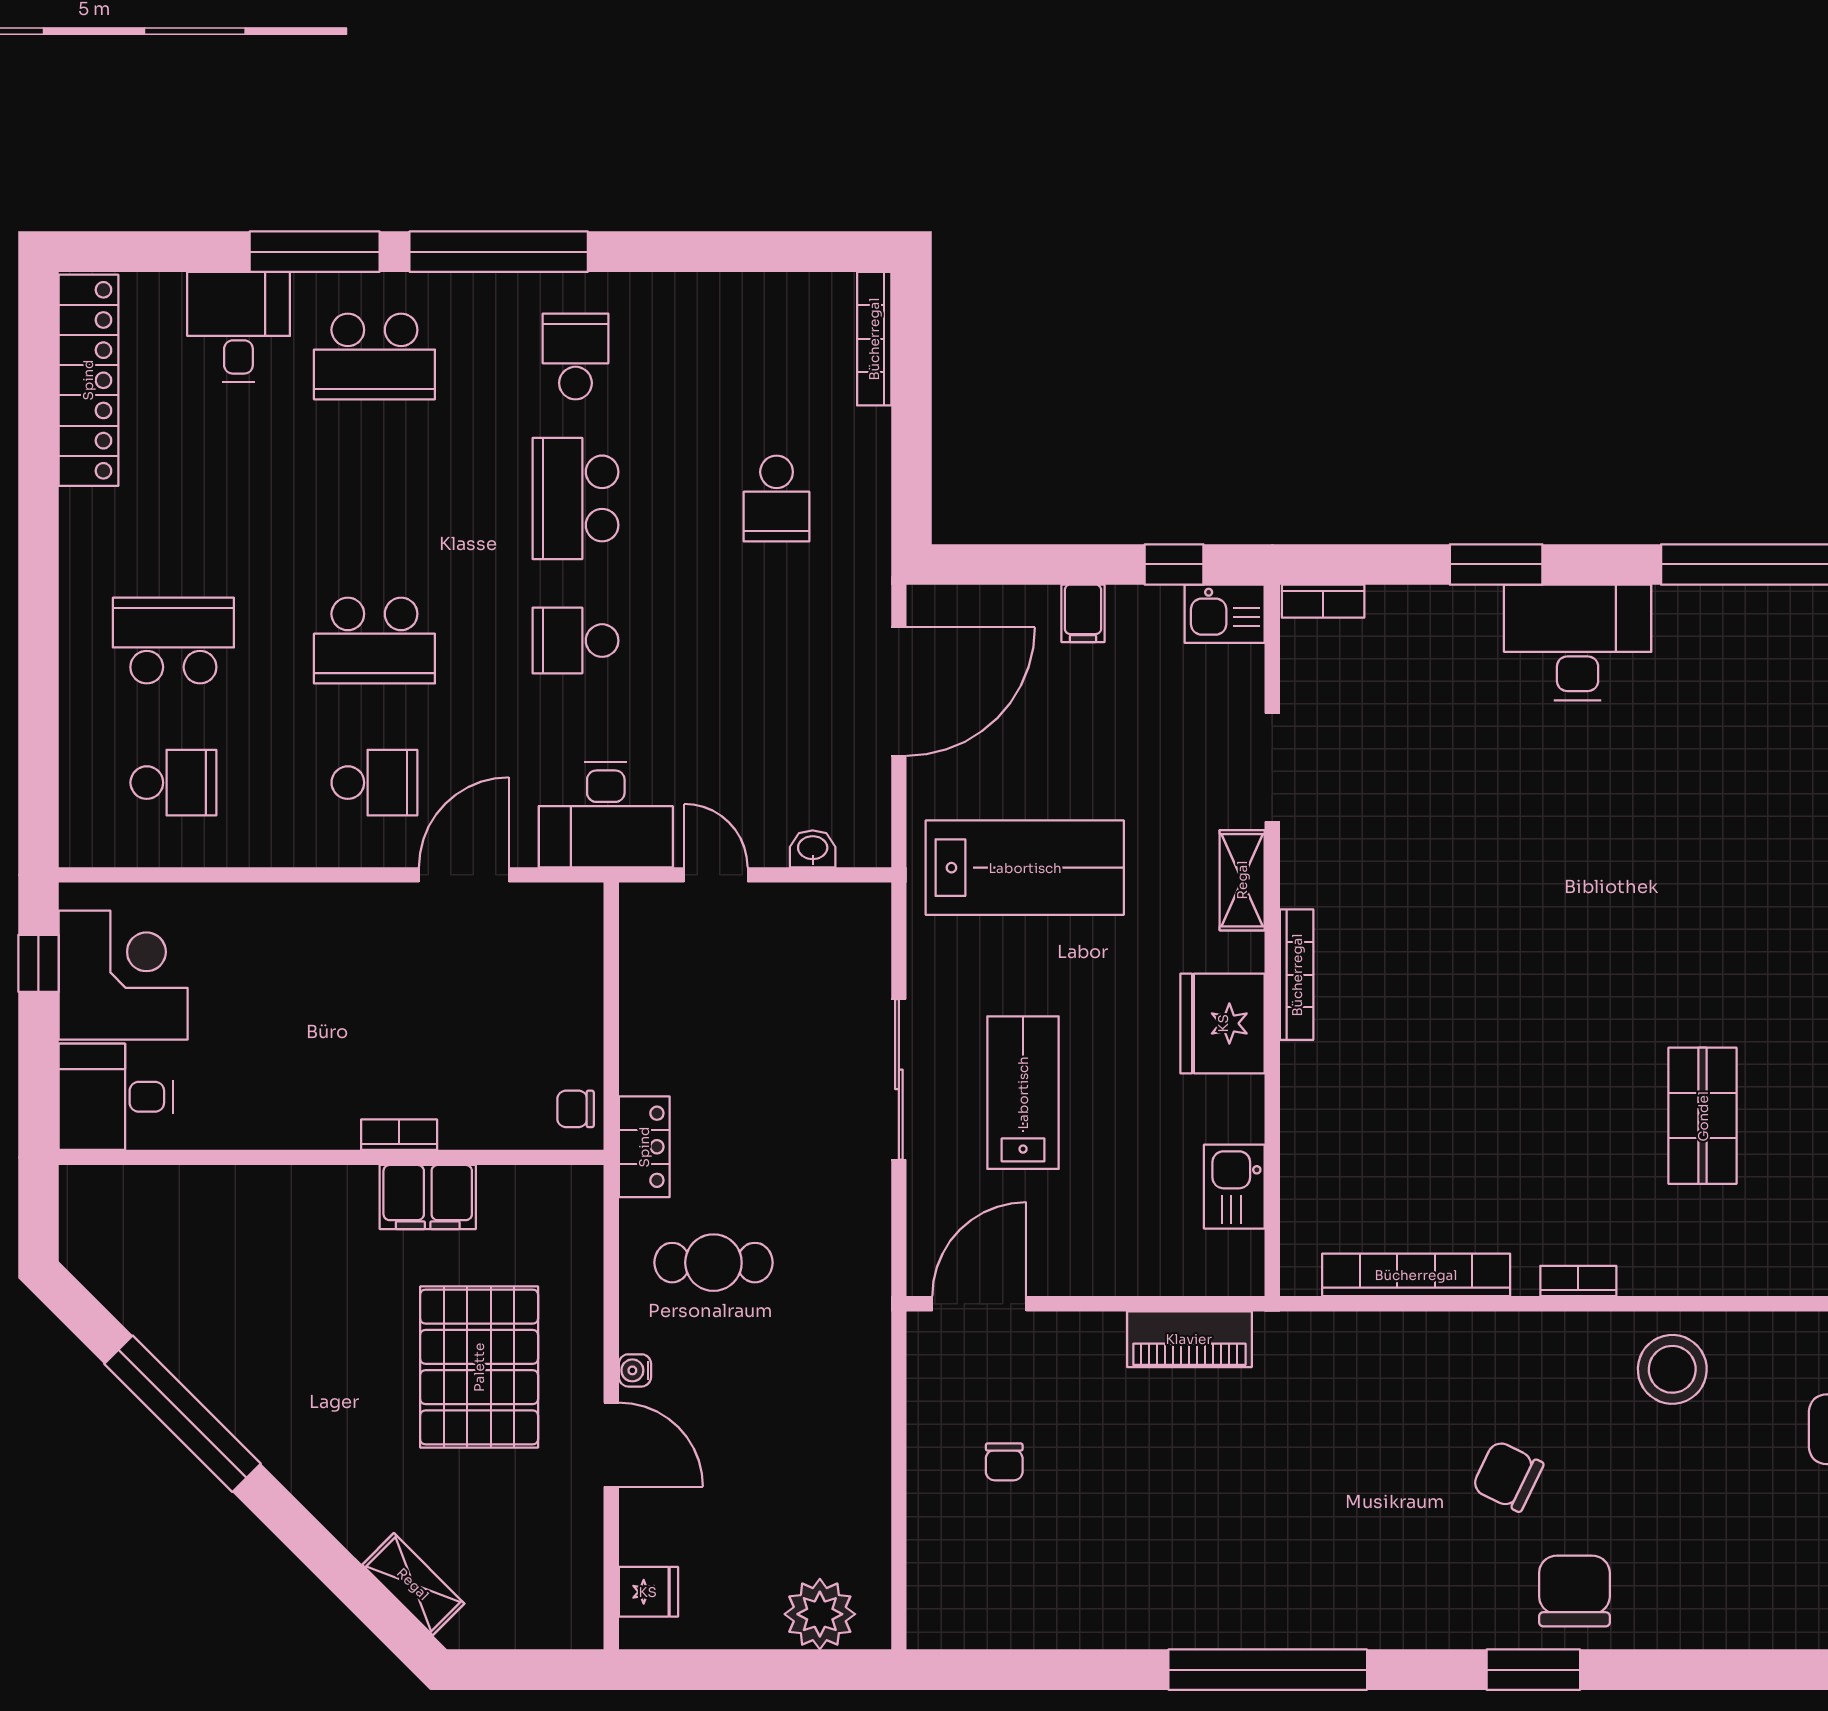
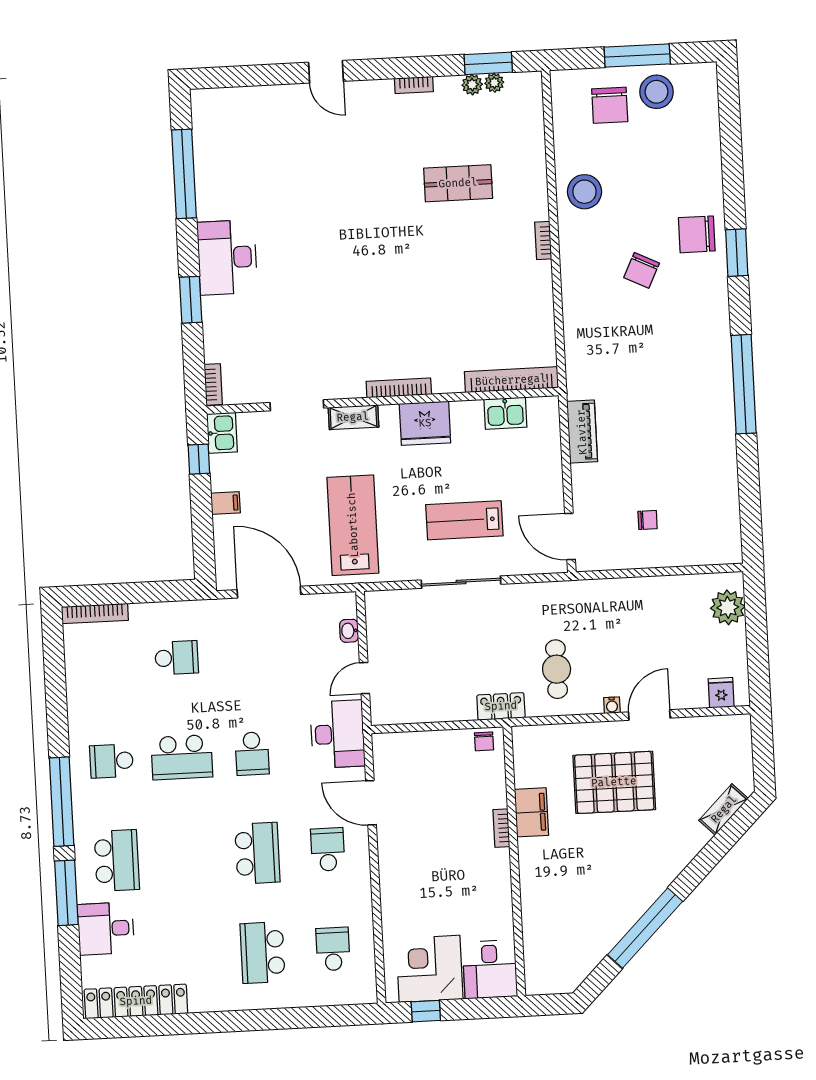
bookcase: (1416, 1275) -> (511, 380), moved, turned 90

